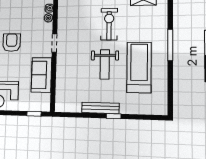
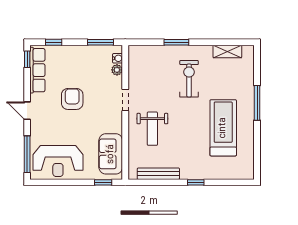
weight bench: (105, 64) -> (152, 129), moved
sofa: (41, 75) -> (111, 154), moved
bench: (100, 108) -> (158, 174), moved

